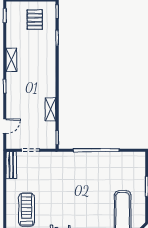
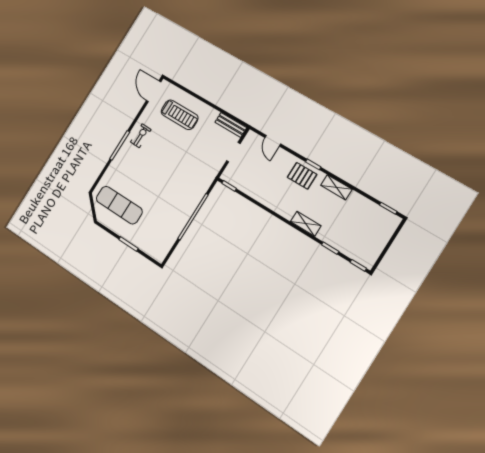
pallet: (35, 20) -> (302, 176), moved
shelving: (50, 109) -> (306, 224), moved

